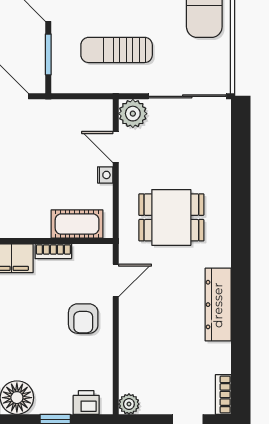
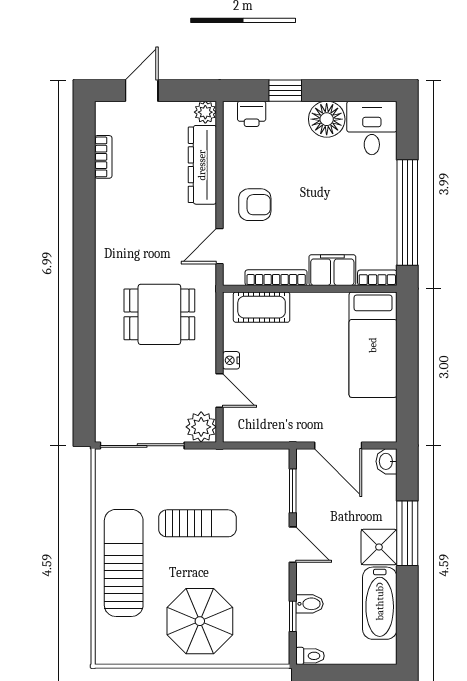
sun lounger: (117, 50) -> (197, 523), moved
bookcase: (53, 251) -> (276, 278), width x1.56
dresser: (218, 305) -> (202, 165), moved, turned 180
armchair: (83, 319) -> (255, 205), turned 90
bookcase: (223, 395) -> (103, 157), moved

